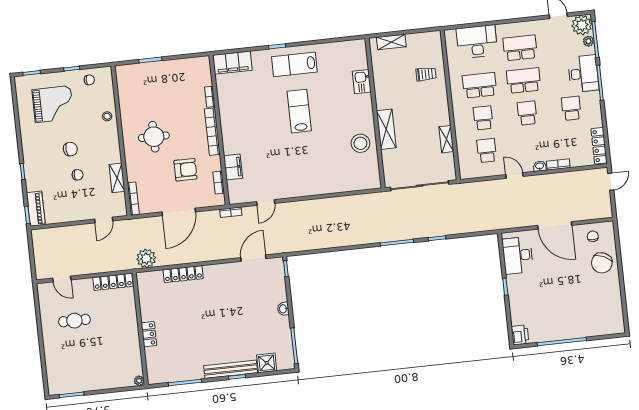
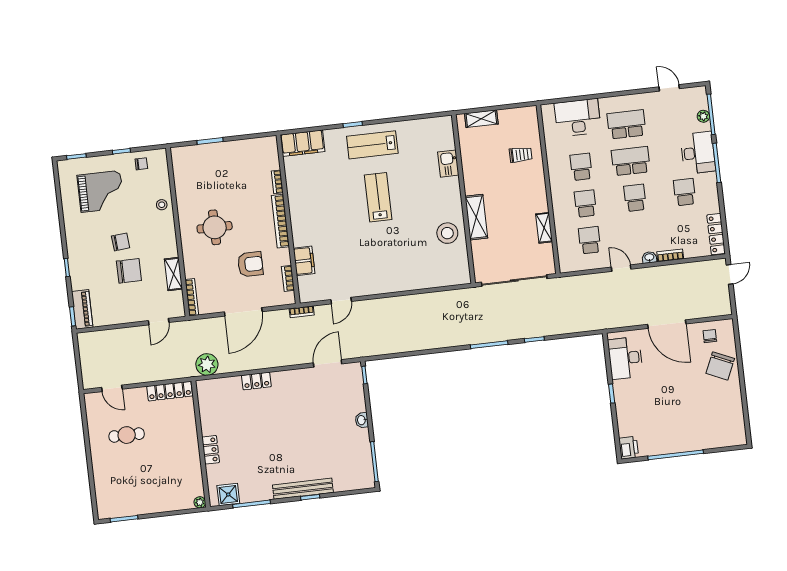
plant: (582, 25) -> (696, 98), removed
school desk: (480, 85) -> (581, 167), width x0.54
chair: (78, 175) -> (129, 271), width x1.87, depth x1.87
locker: (183, 274) -> (256, 381), width x0.66
shower: (267, 363) -> (228, 494), moved

